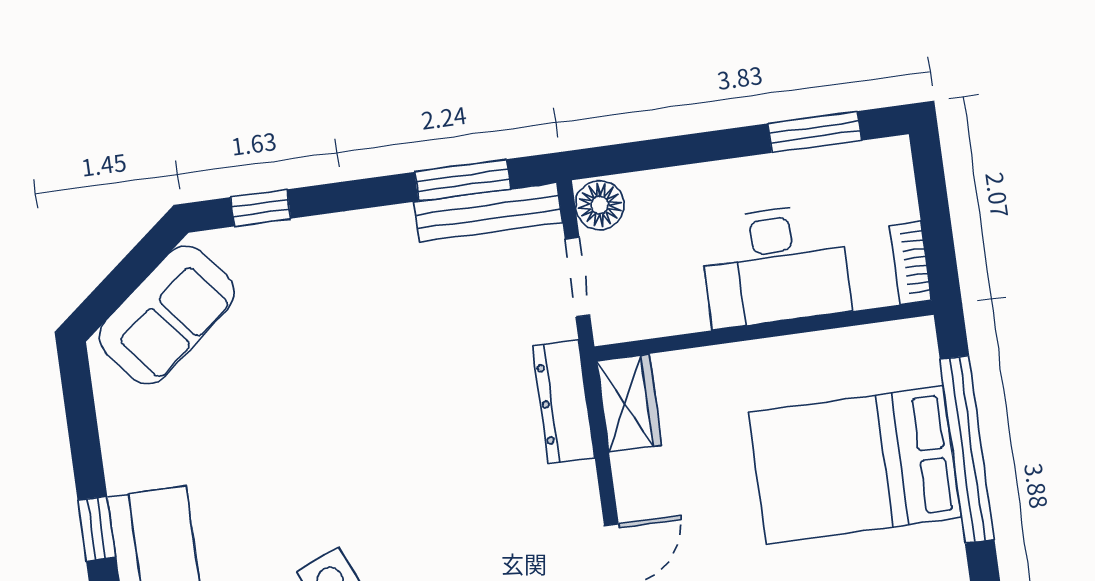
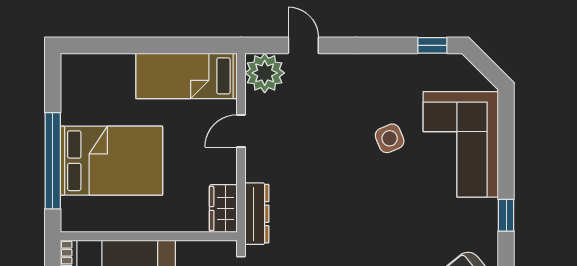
window: (97, 529) -> (506, 215), moved

